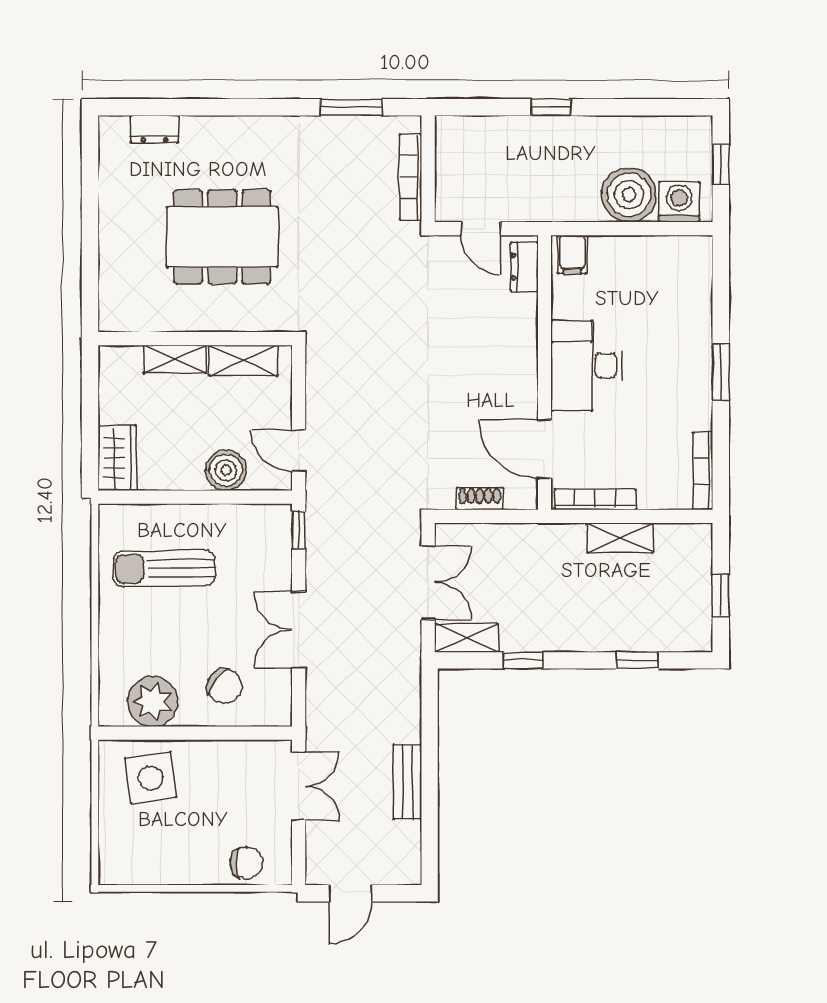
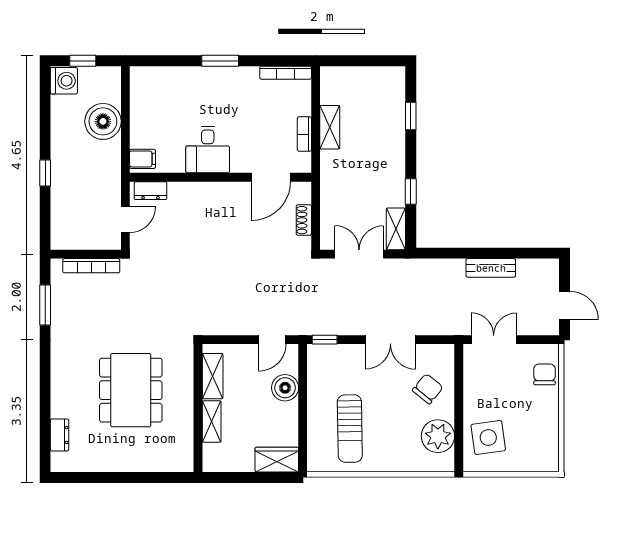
washing machine: (679, 202) -> (64, 81), moved, turned 180
desk: (586, 366) -> (208, 150), width x0.73
bookcase: (595, 500) -> (304, 134), width x0.64
window: (721, 595) -> (368, 61), removed

